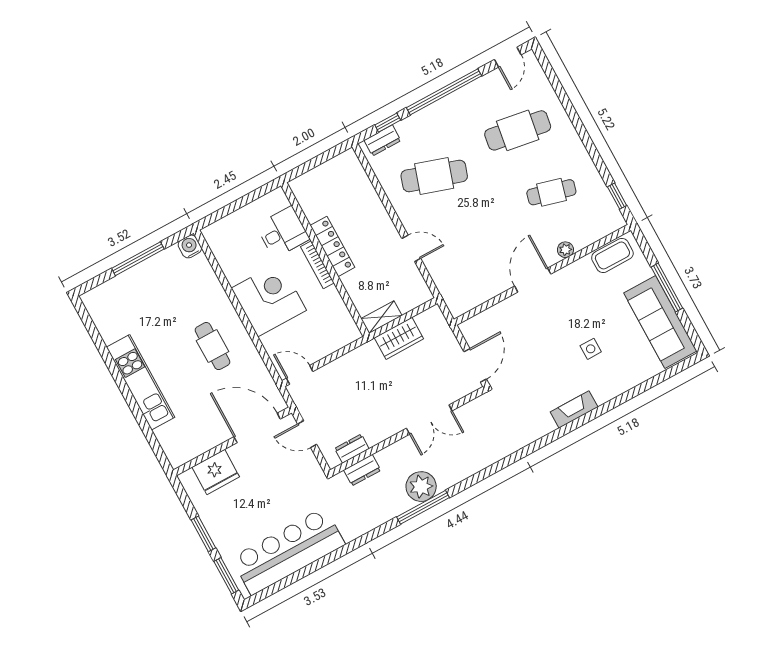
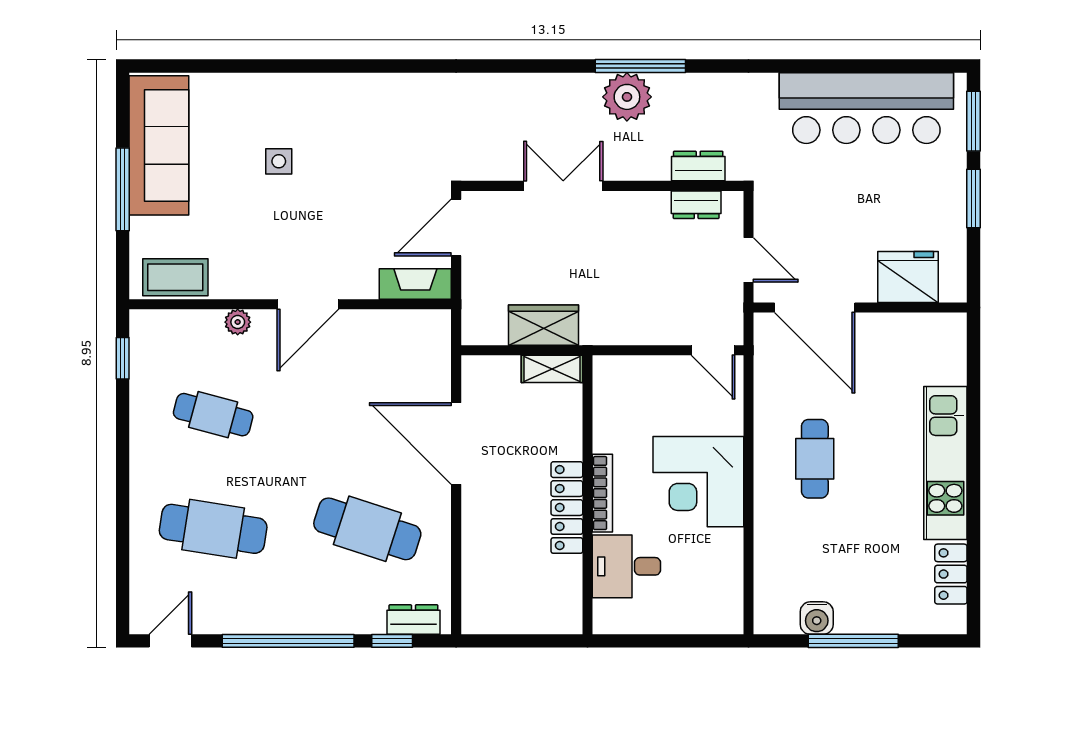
water cooler: (190, 246) -> (817, 618), moved
door: (411, 248) -> (456, 443), width x1.88
locker: (105, 324) -> (951, 574), added
fireplace: (574, 409) -> (415, 284), moved, turned 180

